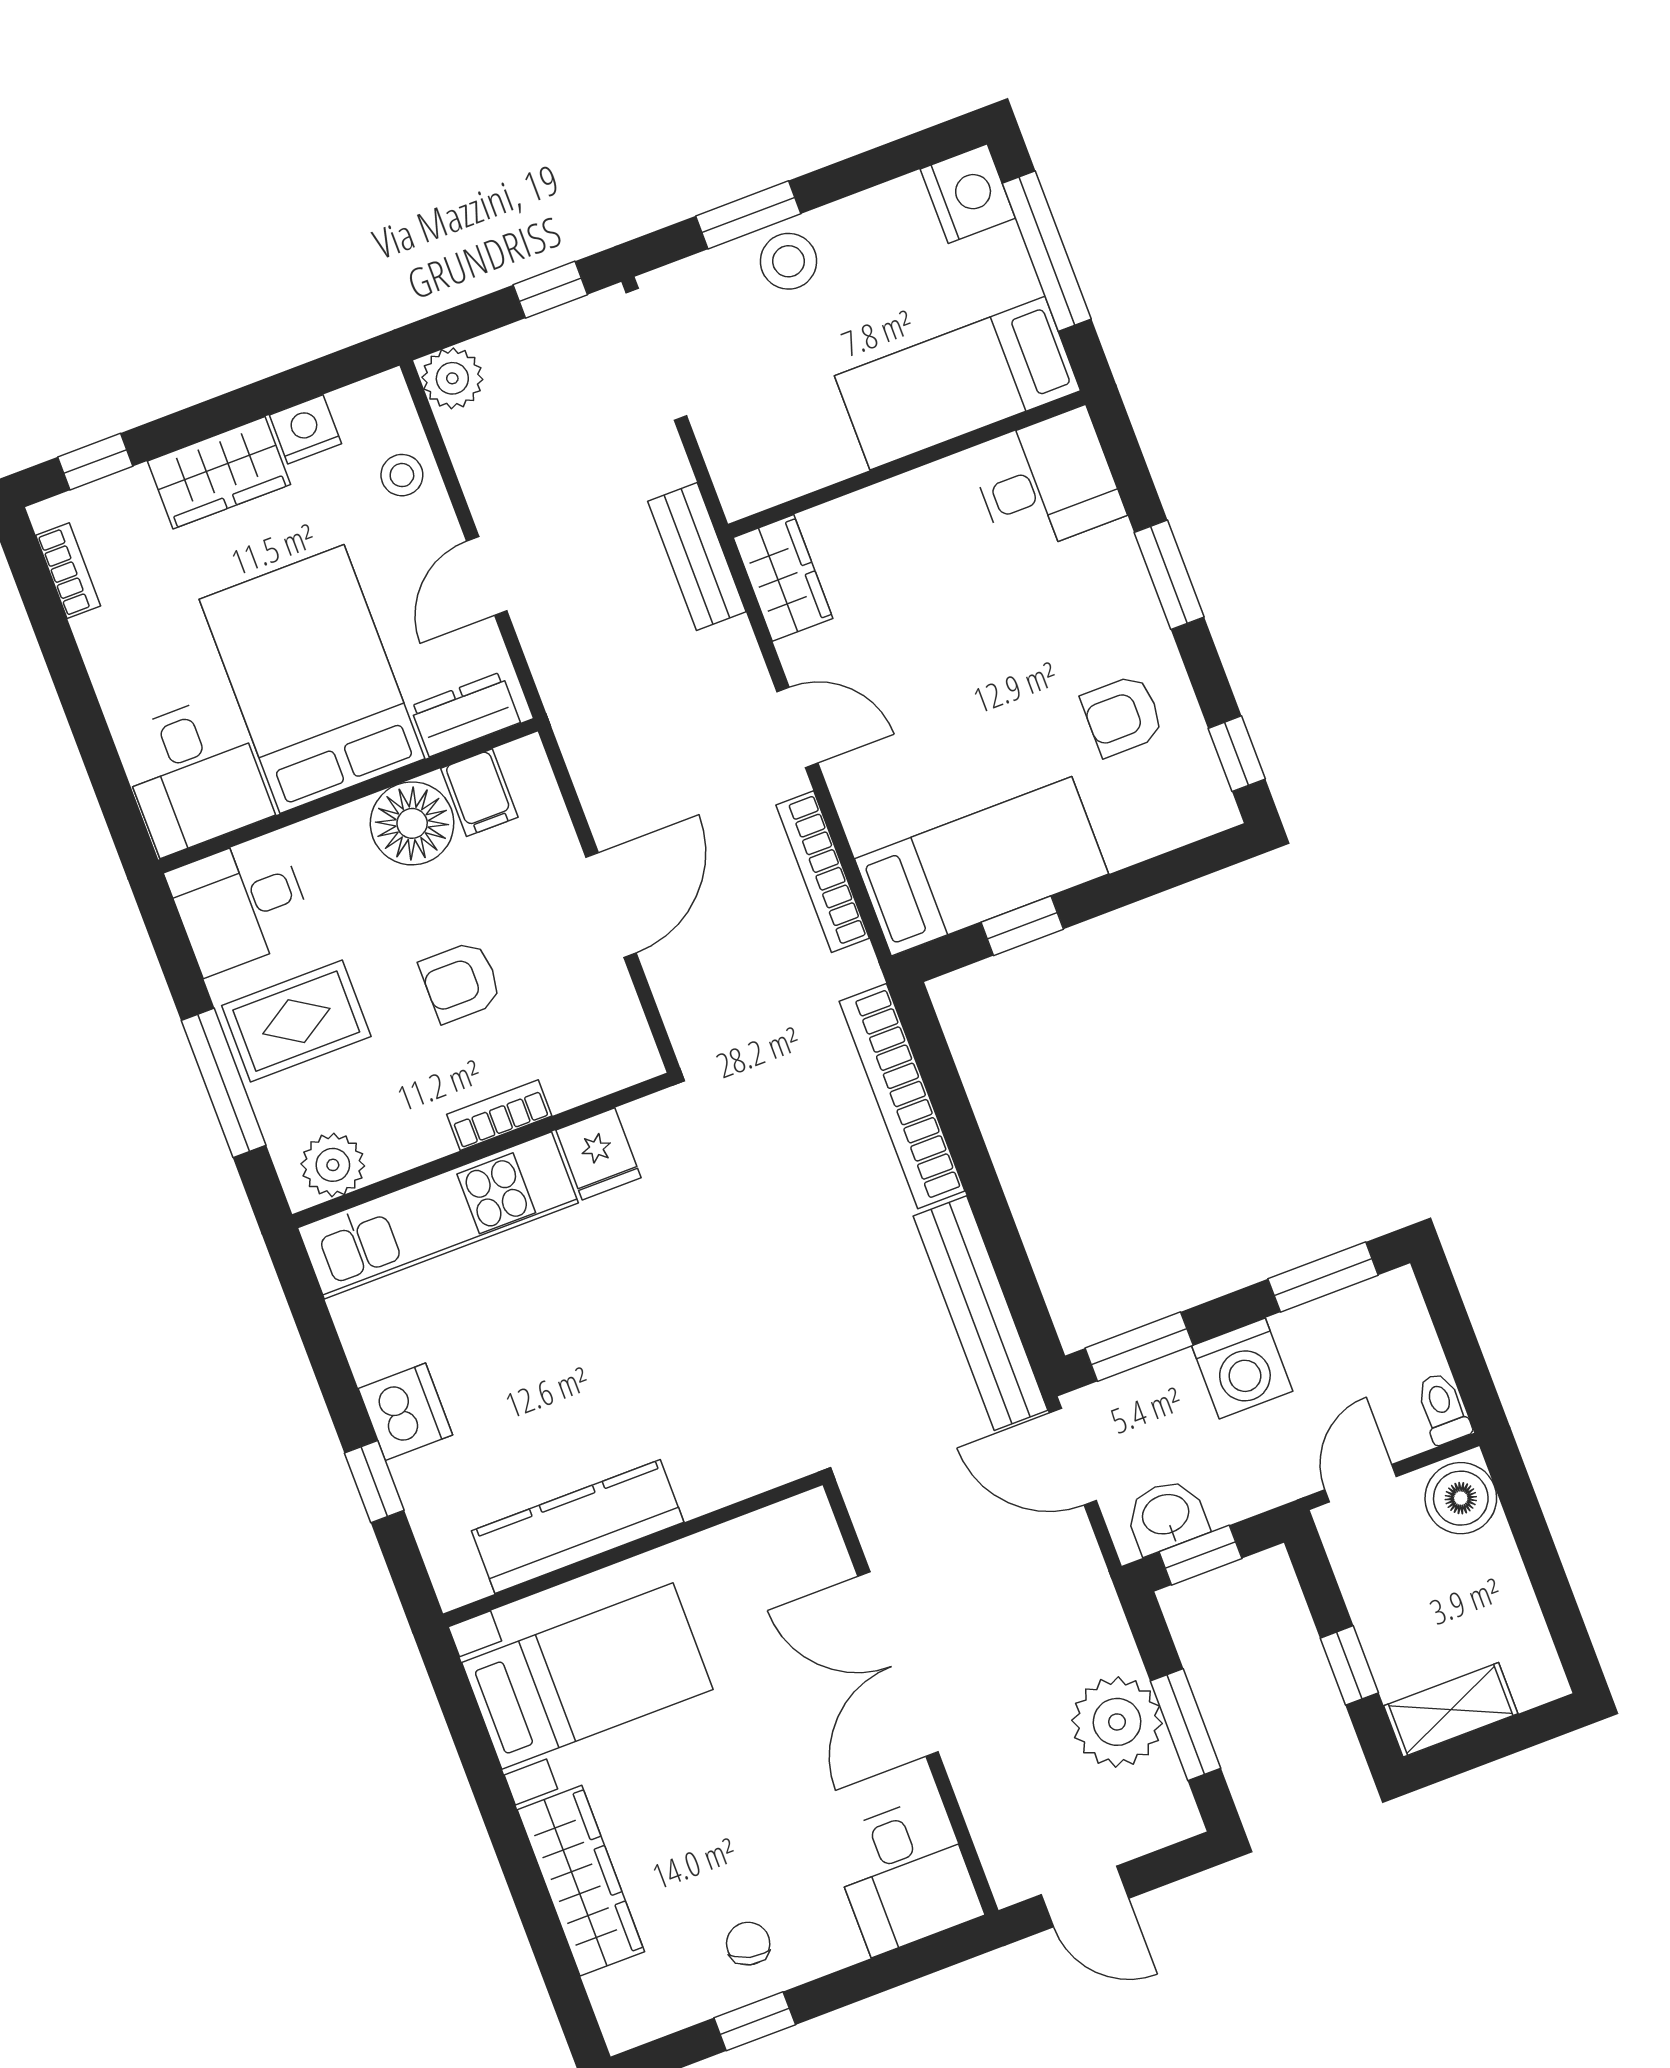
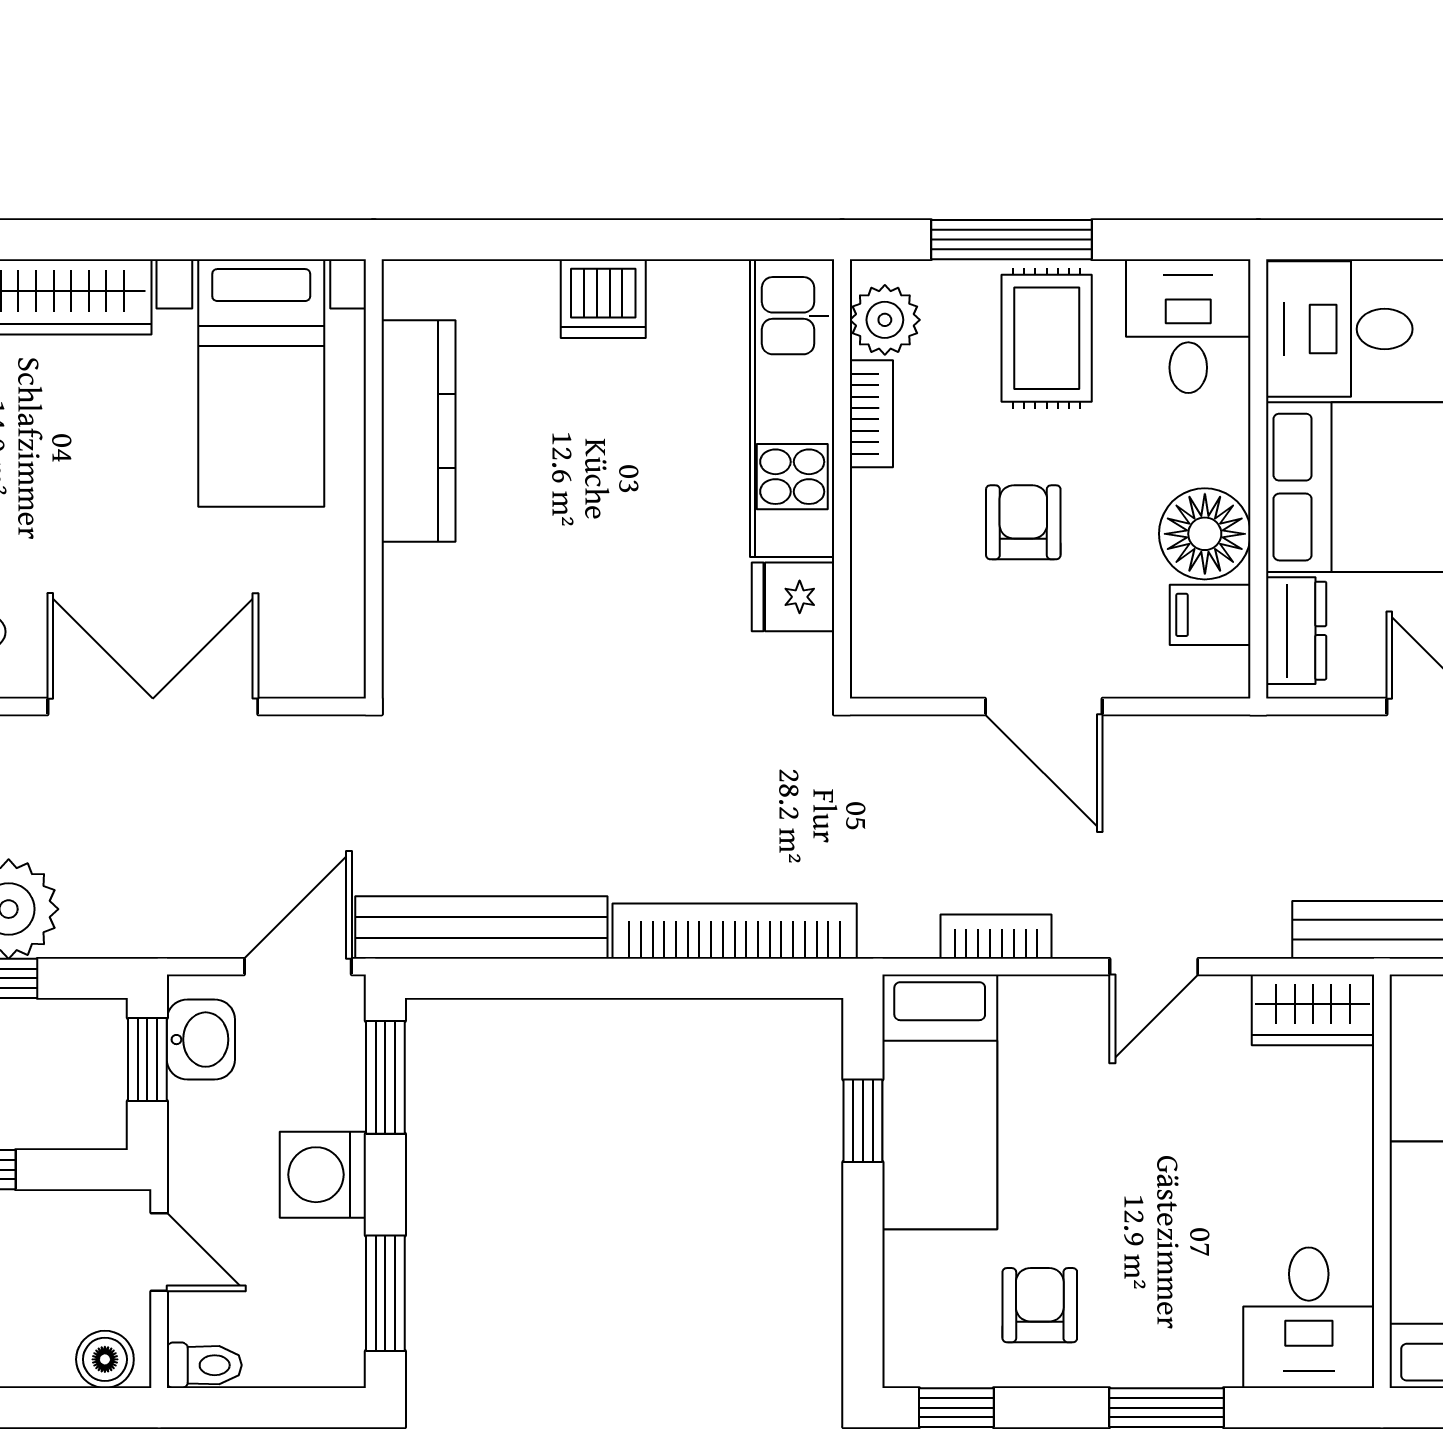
bookcase: (823, 872) -> (996, 937), width x0.64
bookcase: (499, 1115) -> (871, 414), moved
window: (374, 1482) -> (544, 240), removed
boiler: (1461, 1498) -> (105, 1359), width x0.73, depth x0.73

